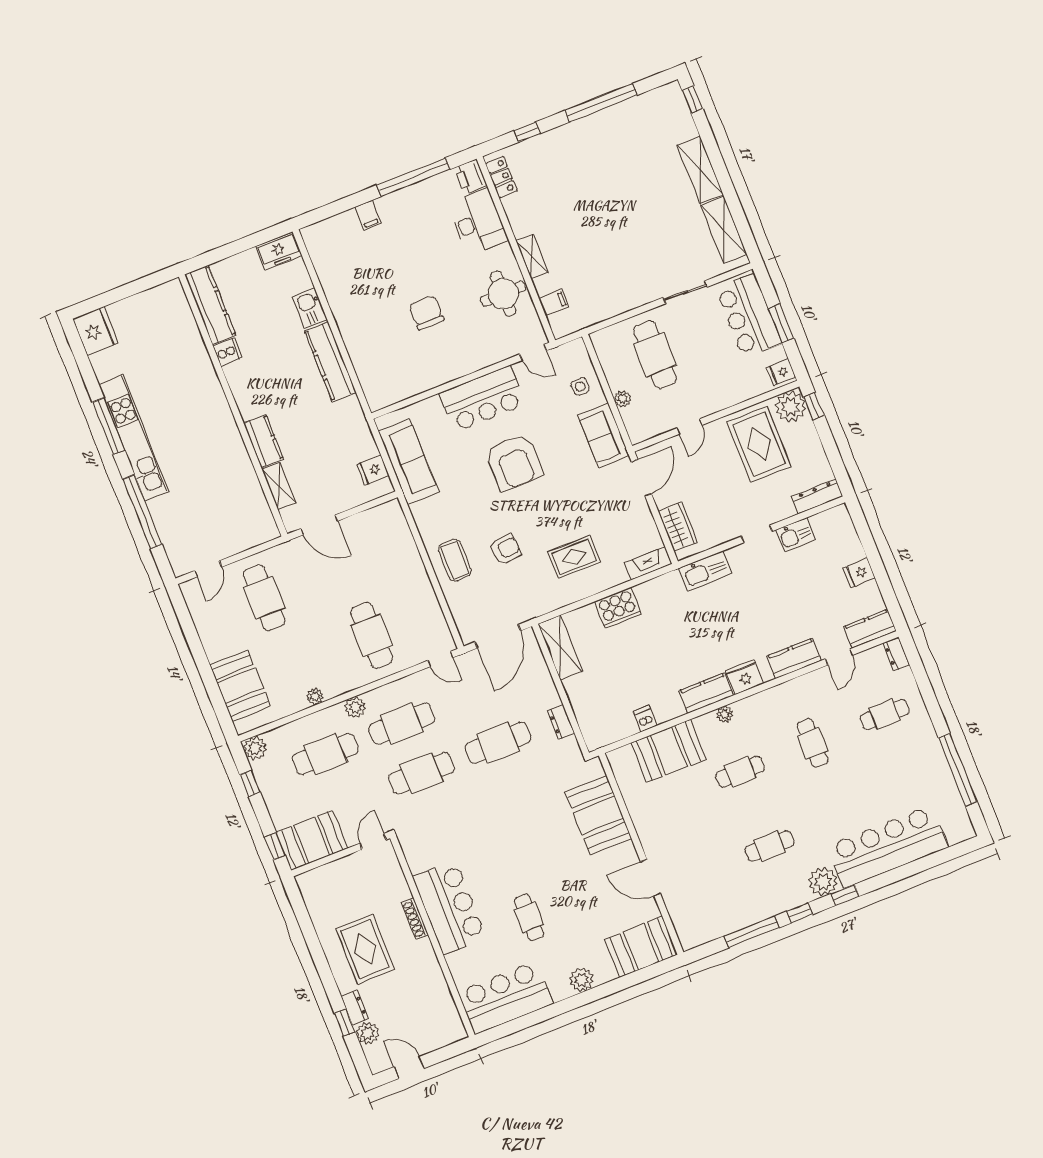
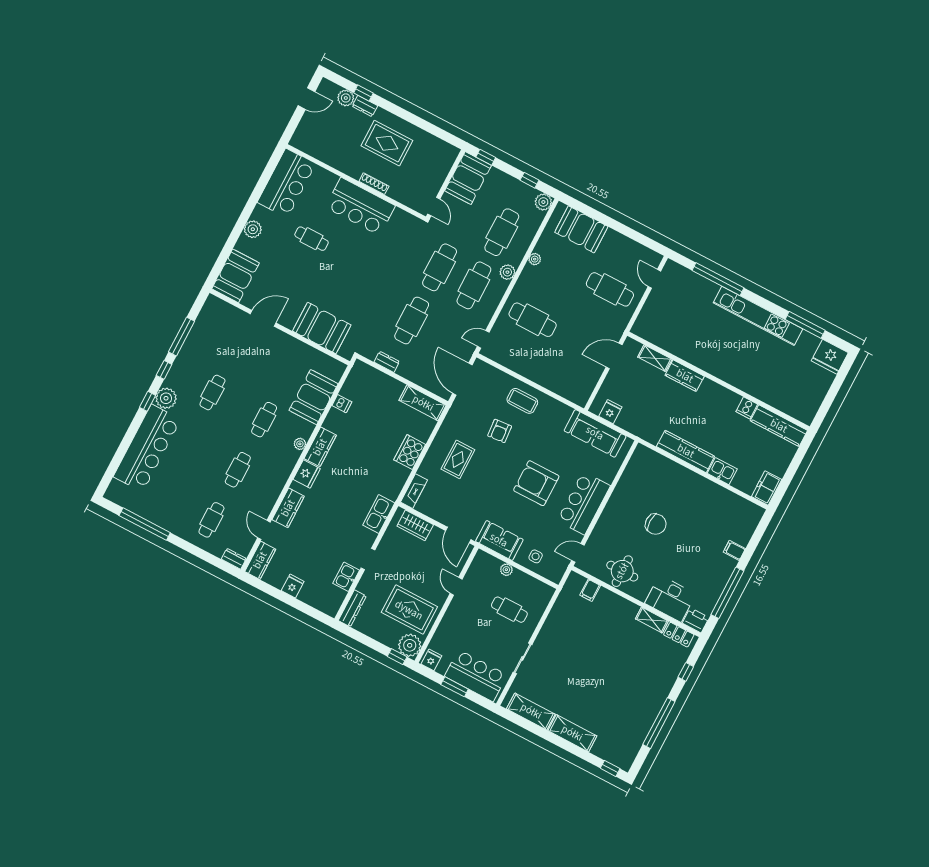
shelving: (532, 257) -> (652, 620), moved
cafe table: (655, 355) -> (509, 610), width x0.73, depth x0.74
window: (109, 426) -> (805, 325), moved
cafe table: (812, 743) -> (238, 470), turned 90

